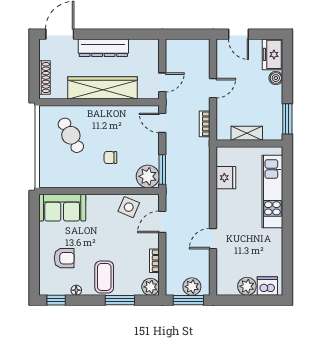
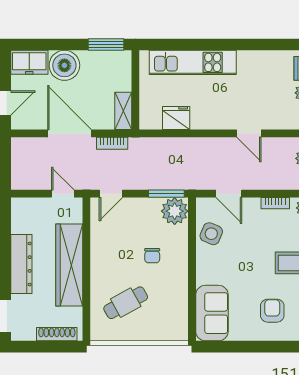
boiler: (276, 78) -> (64, 65), width x1.86, depth x1.86
door: (213, 88) -> (69, 133), width x1.88
shelving: (247, 133) -> (123, 111), moved

